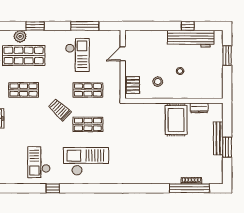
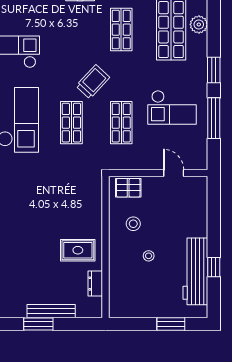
window: (35, 26) -> (214, 70), moved
rug: (176, 120) -> (78, 250), width x0.73, depth x0.70

